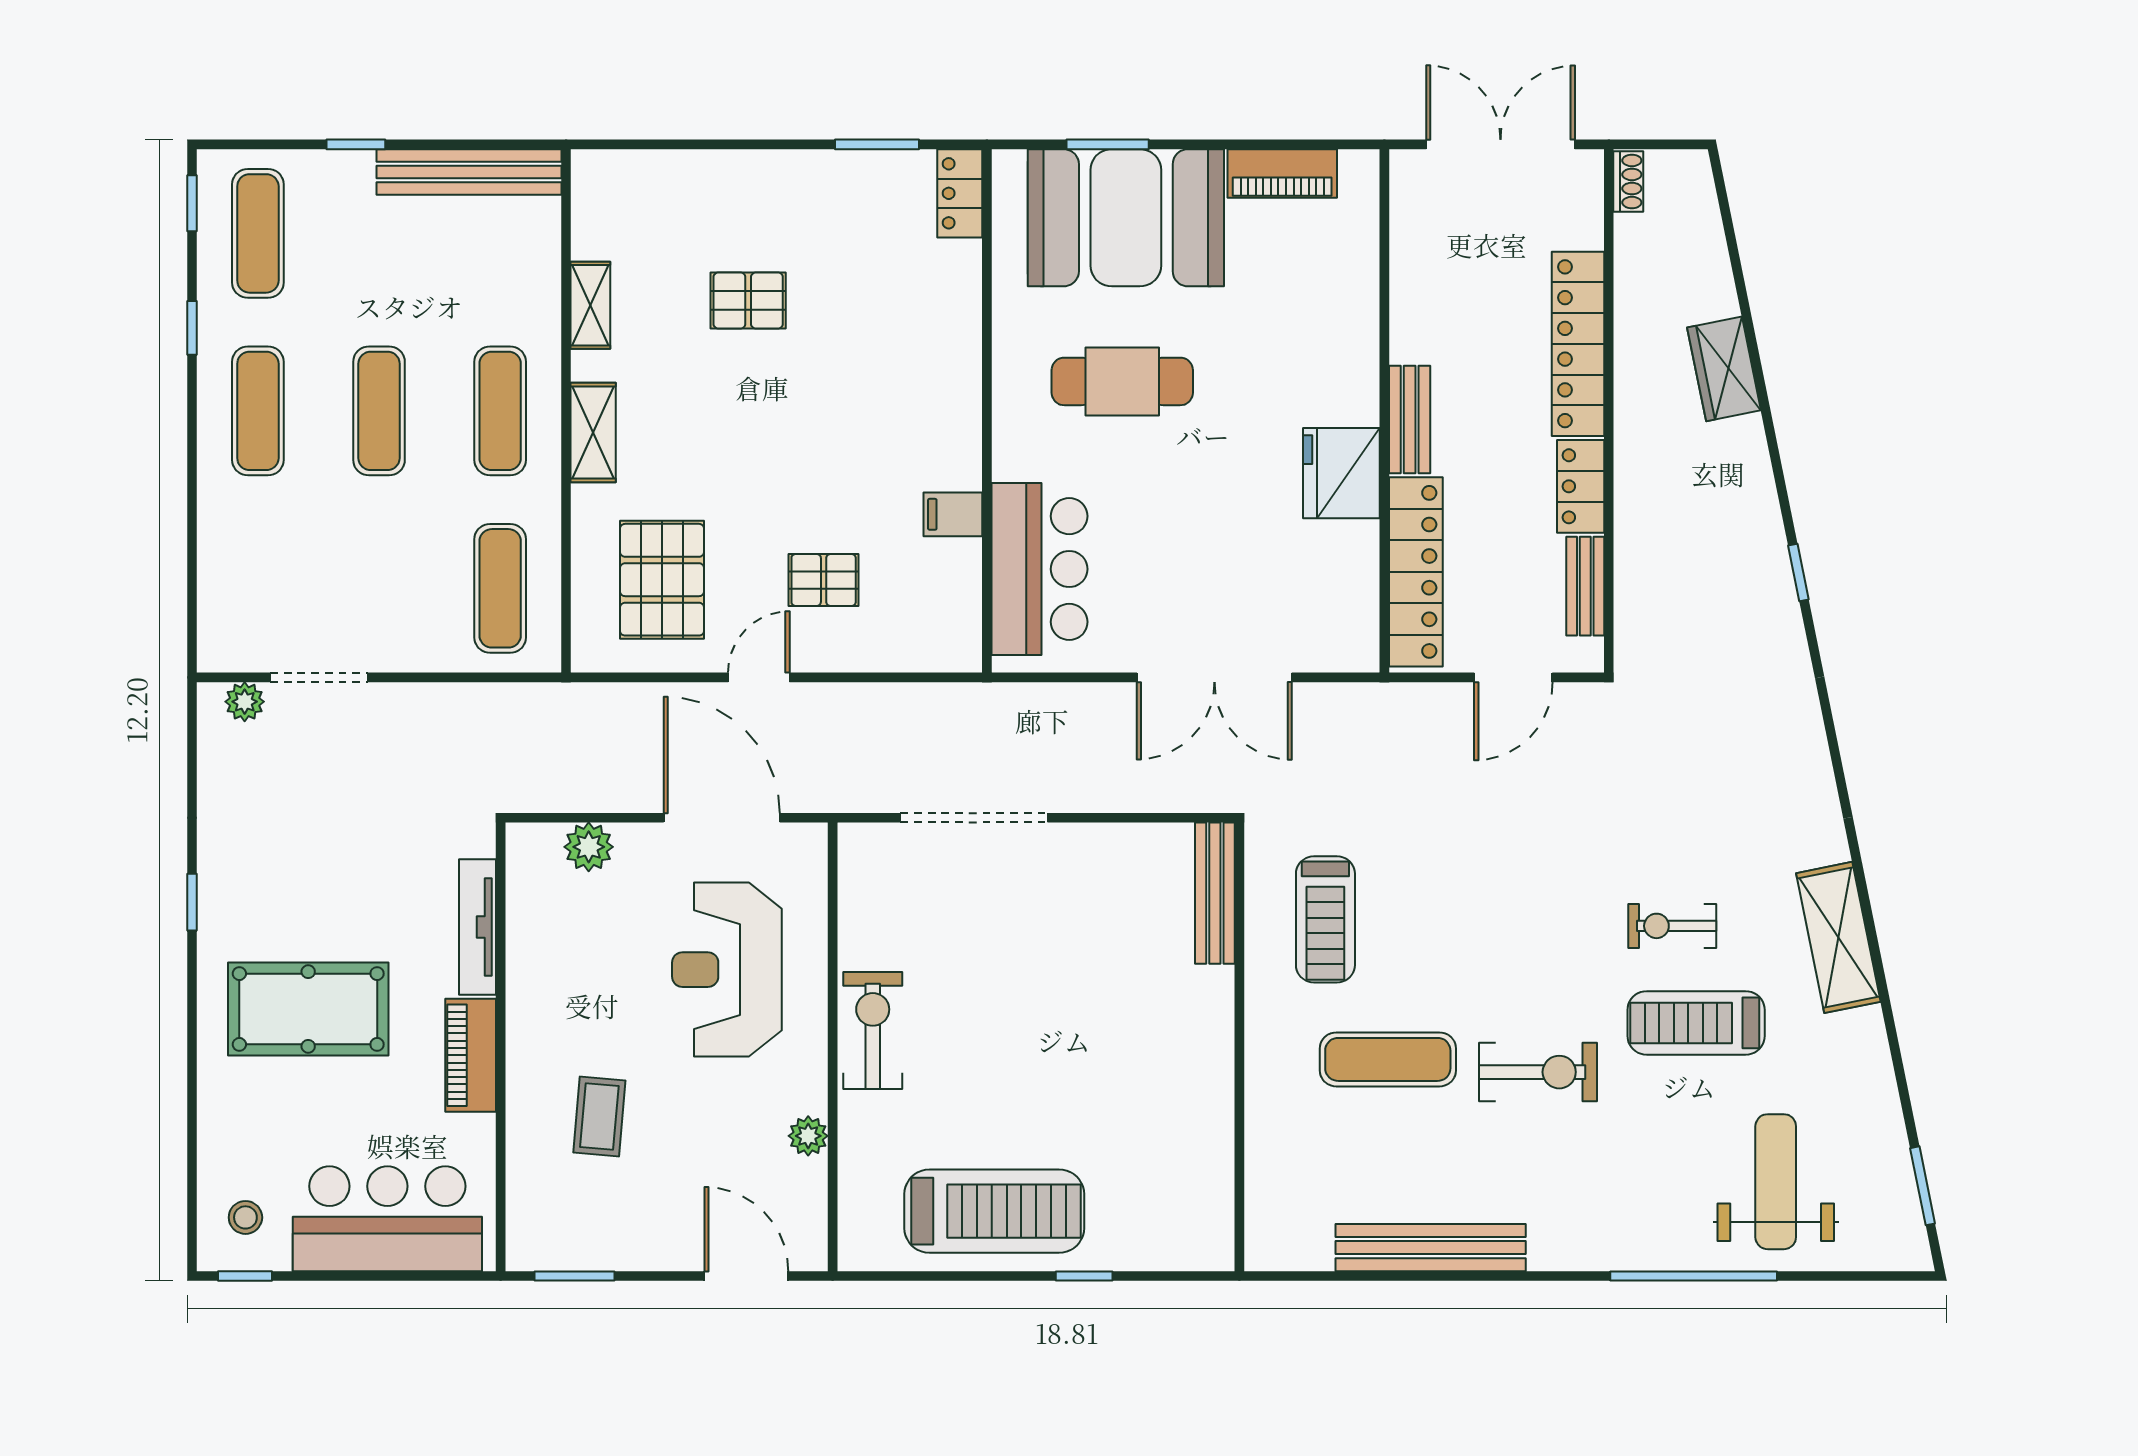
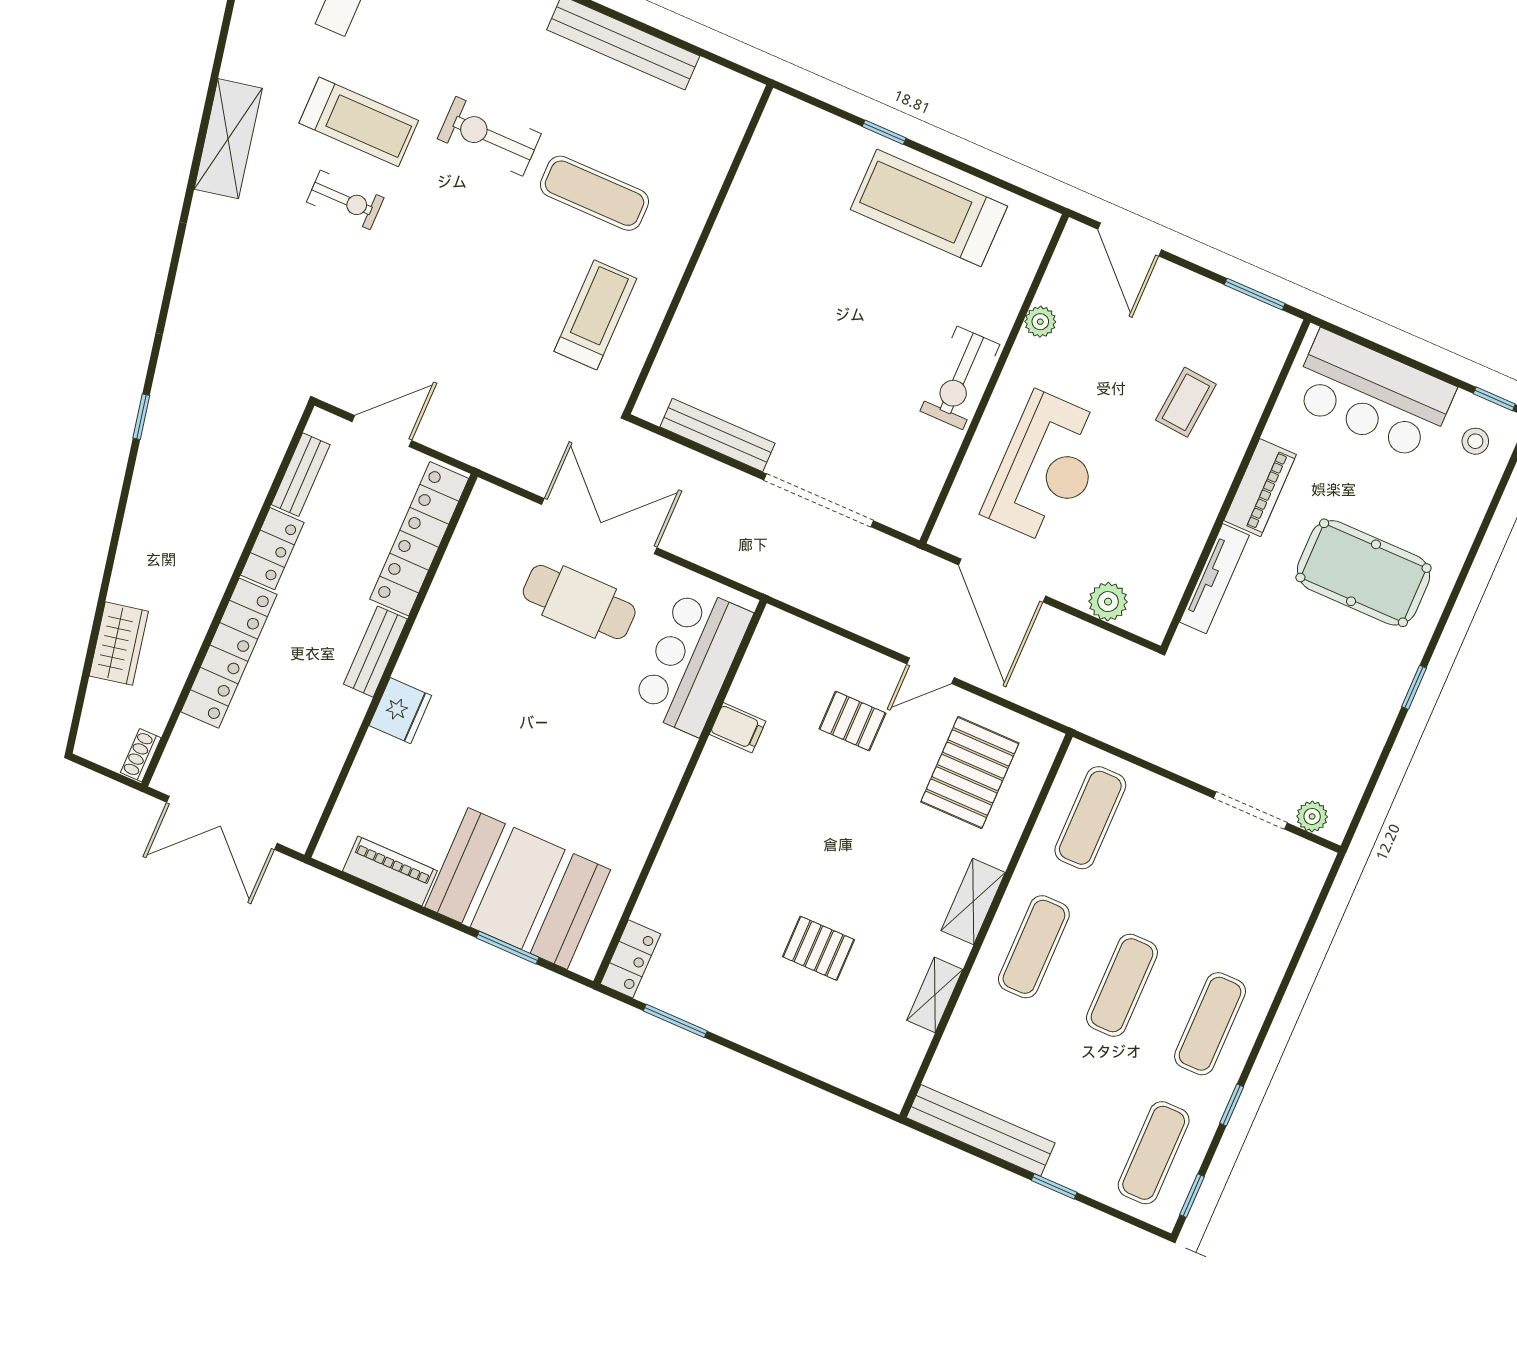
wardrobe: (1724, 369) -> (119, 644), moved
cafe table: (1122, 381) -> (579, 602), moved
fridge: (1341, 473) -> (400, 711), moved, width x0.73, depth x0.75
bench: (1215, 893) -> (718, 435), moved, turned 90

